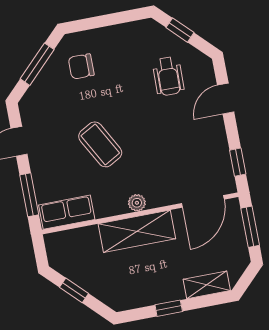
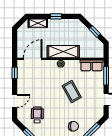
window: (250, 227) -> (15, 44), removed

